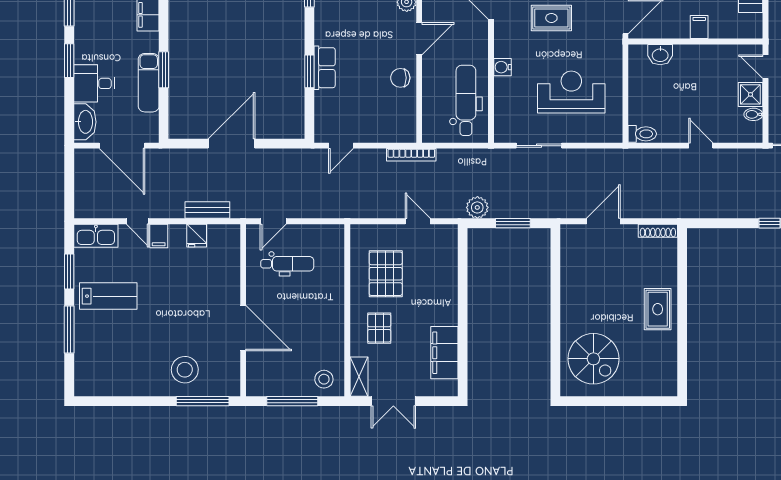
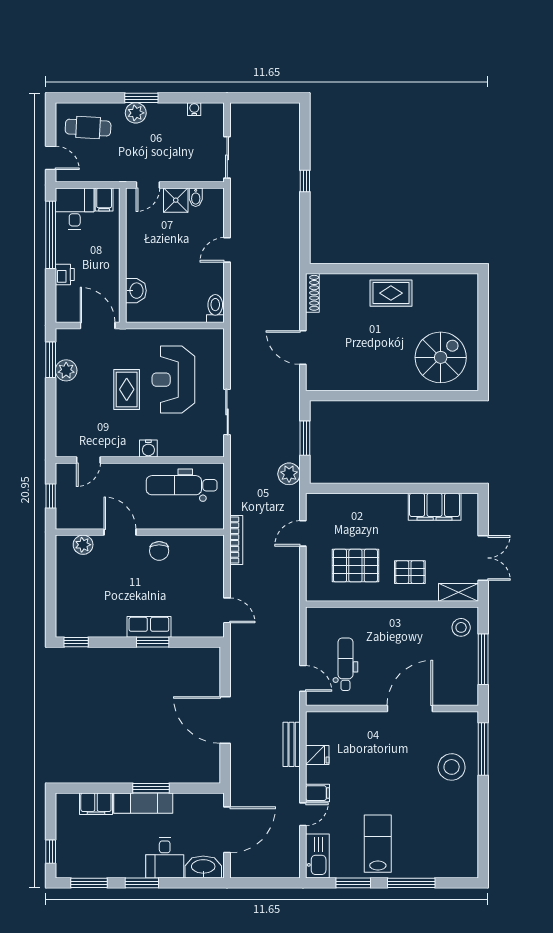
rug: (551, 18) -> (127, 389), moved
filing cabinet: (699, 27) -> (104, 200), moved, turned -90
exam couch: (149, 83) -> (143, 803), moved

